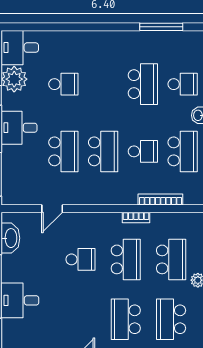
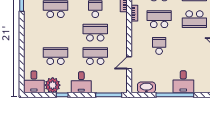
school desk: (63, 84) -> (56, 56), width x1.85
door: (52, 209) -> (129, 63), swing flipped

